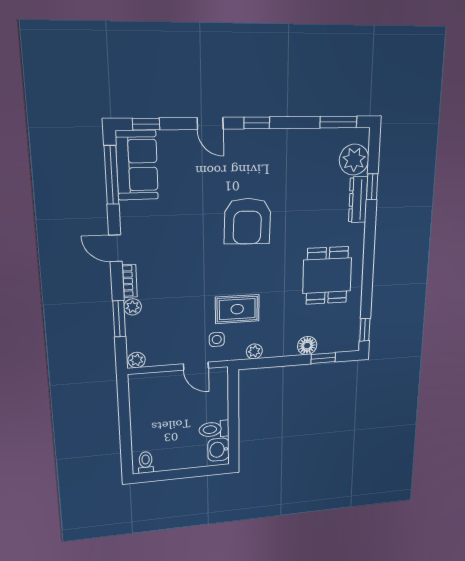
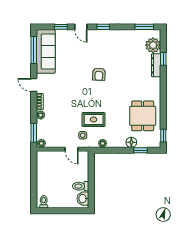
window: (146, 124) -> (61, 27), moved
sofa: (137, 165) -> (46, 51), width x1.36
armchair: (248, 221) -> (99, 74), width x0.53, depth x0.53
dining table: (327, 276) -> (143, 116), moved
window: (119, 319) -> (34, 133), moved

